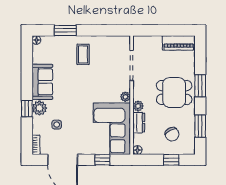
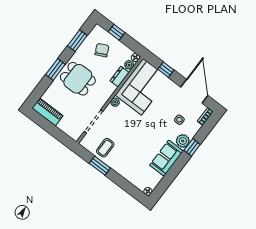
window: (65, 30) -> (100, 166), moved
coffee table: (83, 54) -> (105, 148), moved
plant: (138, 106) -> (129, 65), moved

